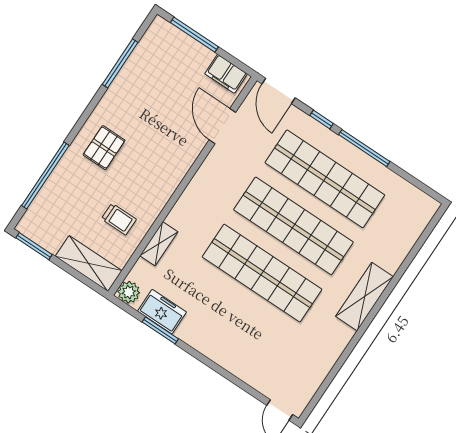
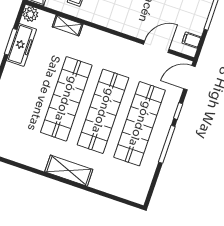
filing cabinet: (226, 74) -> (191, 40), width x0.50
freezer: (162, 312) -> (22, 45), width x1.40

